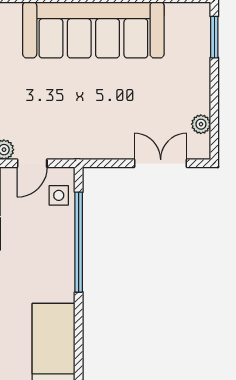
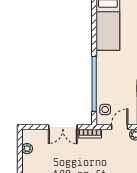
bookcase: (86, 151) -> (90, 134), added
double door: (161, 163) -> (63, 127), moved

